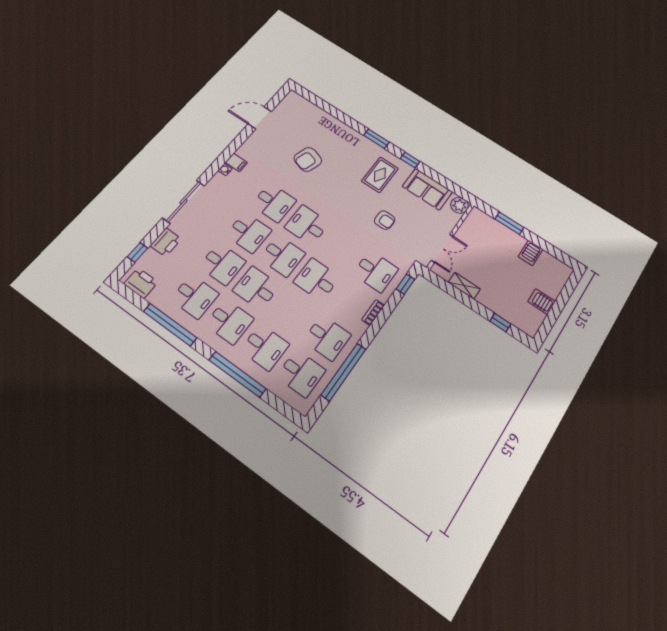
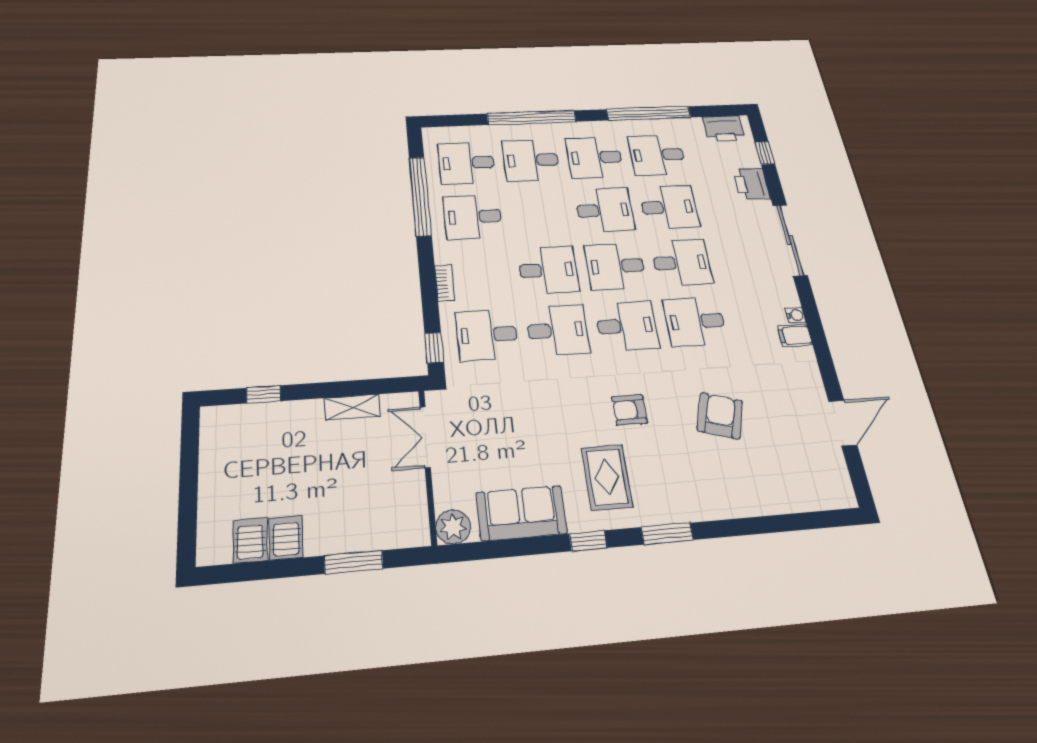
armchair: (385, 220) -> (630, 410), moved
desk: (249, 233) -> (682, 262), turned 180
desk: (341, 248) -> (558, 330), added
desk: (222, 264) -> (669, 207), turned 180
server rack: (542, 301) -> (250, 540), moved, turned -90

